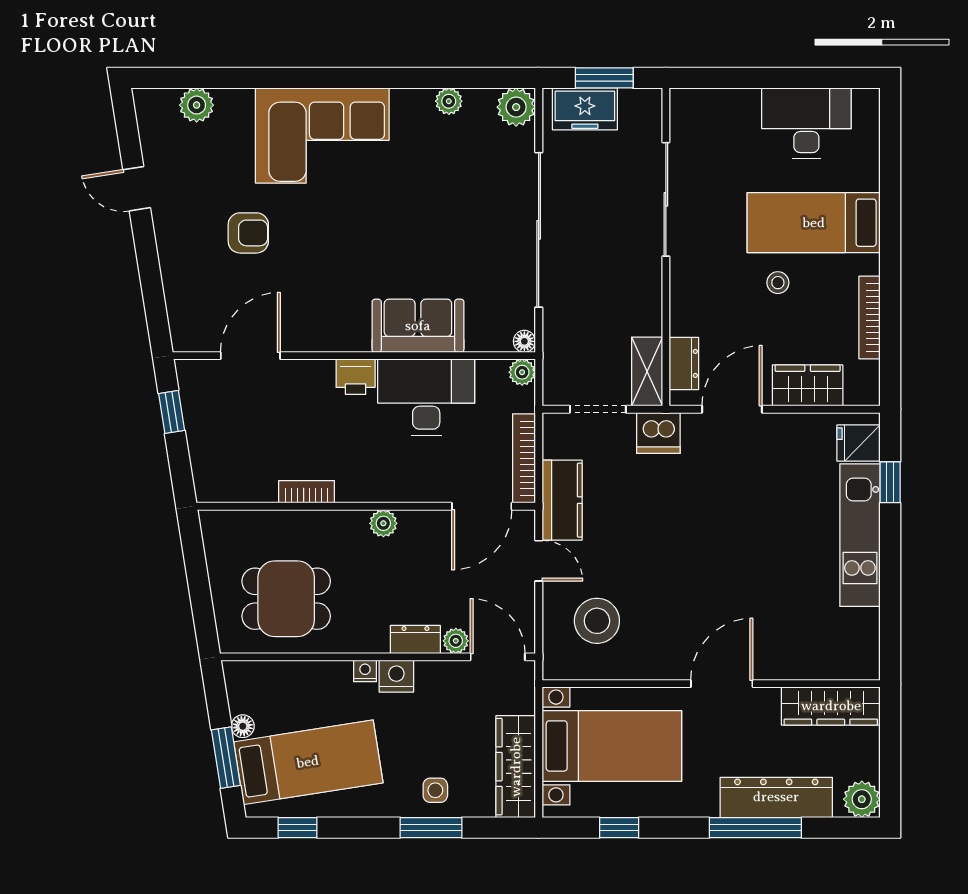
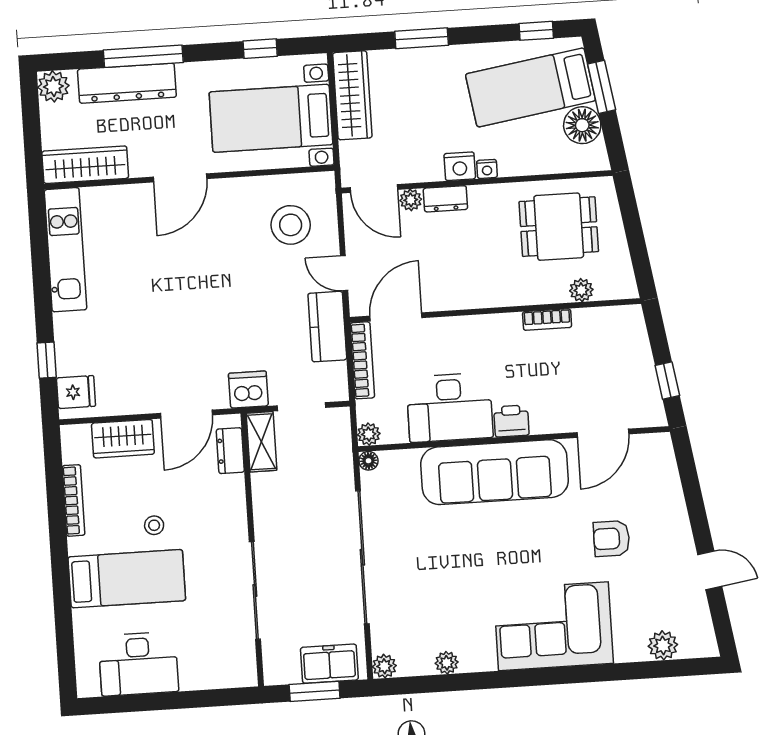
plant: (516, 107) -> (384, 666), width x0.73, depth x0.73
sofa: (418, 326) -> (495, 472), width x1.85, depth x1.27
plant: (383, 523) -> (581, 290), moved
kitchen unit: (860, 535) -> (66, 250), moved
floor lamp: (243, 726) -> (582, 125), width x1.89, depth x1.89
side table: (435, 790) -> (420, 70), removed

